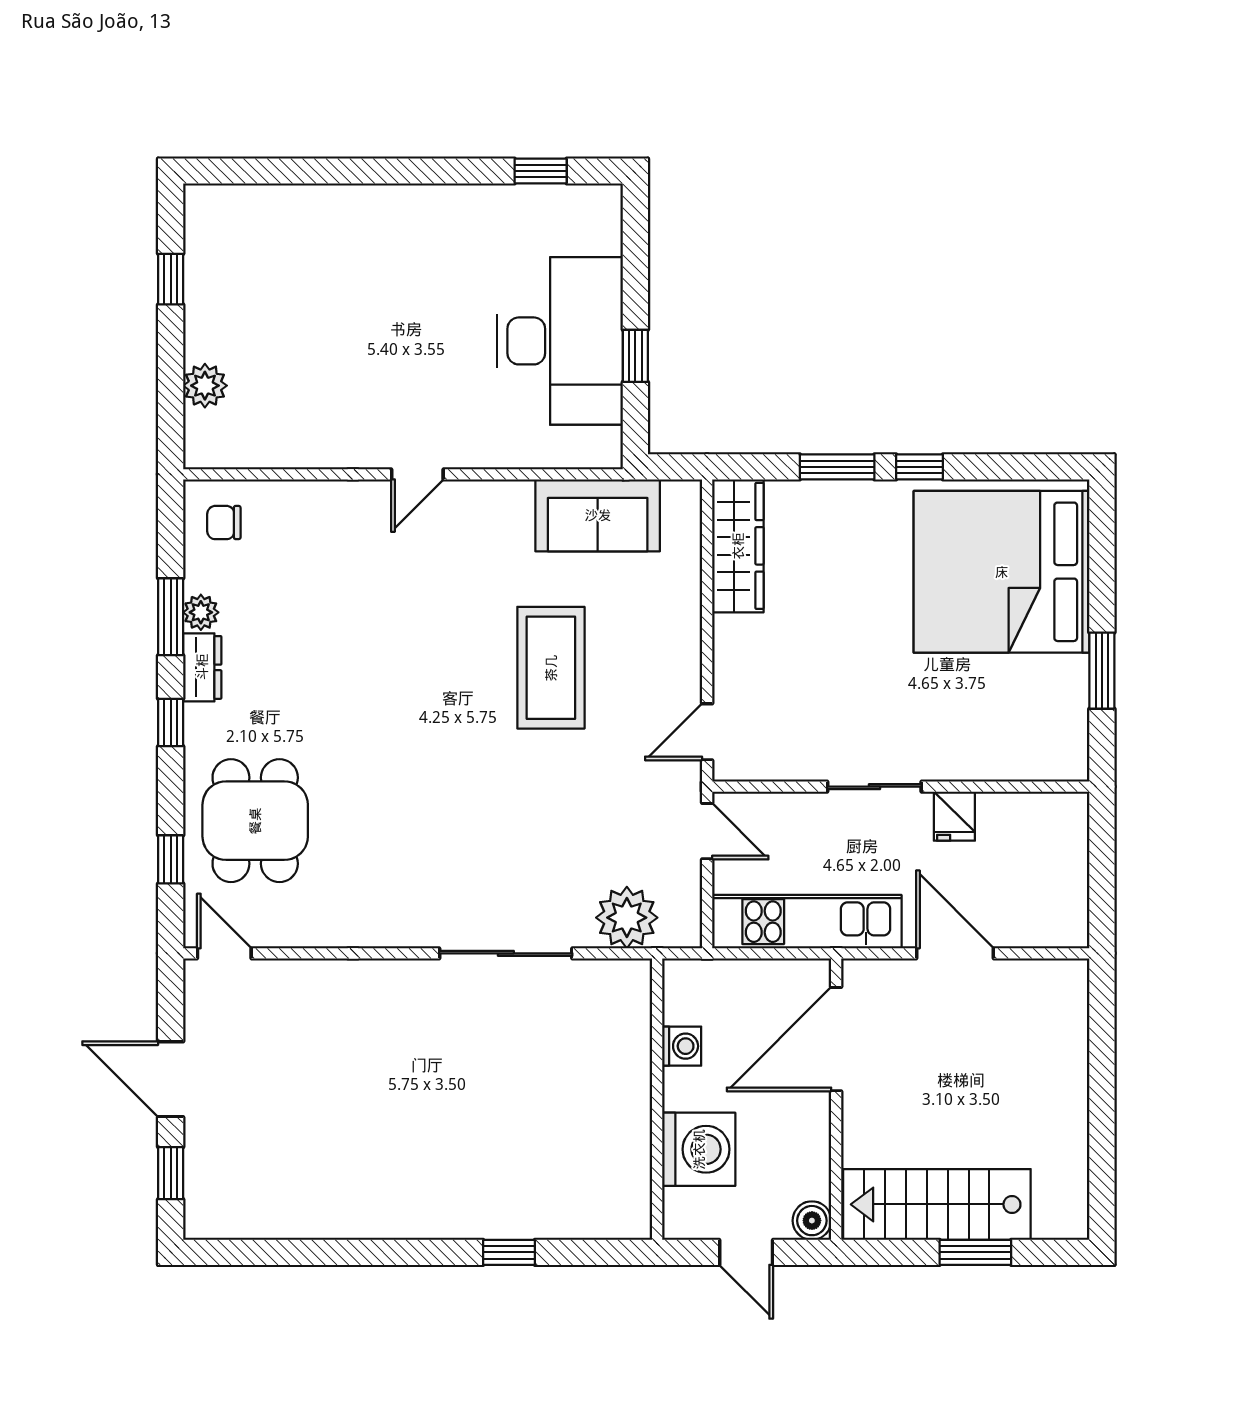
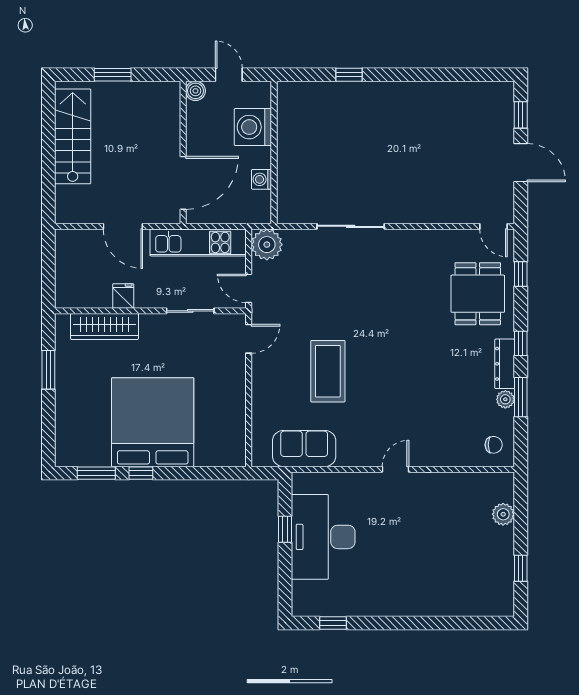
window: (837, 467) -> (96, 473), moved
wardrobe: (738, 546) -> (105, 326), moved, turned -90
bed: (1002, 572) -> (153, 422), moved, turned -90
dresser: (202, 667) -> (505, 364), width x1.44
sliding door: (874, 787) -> (190, 311), moved
plant: (627, 918) -> (267, 245), moved
stairs: (937, 1204) -> (73, 136), moved, turned -90

